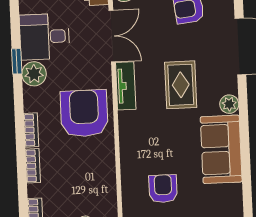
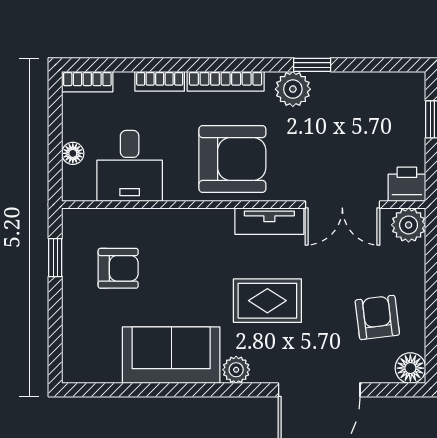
desk: (45, 37) -> (130, 166), moved, turned 180
bookcase: (31, 130) -> (226, 81), width x1.56

